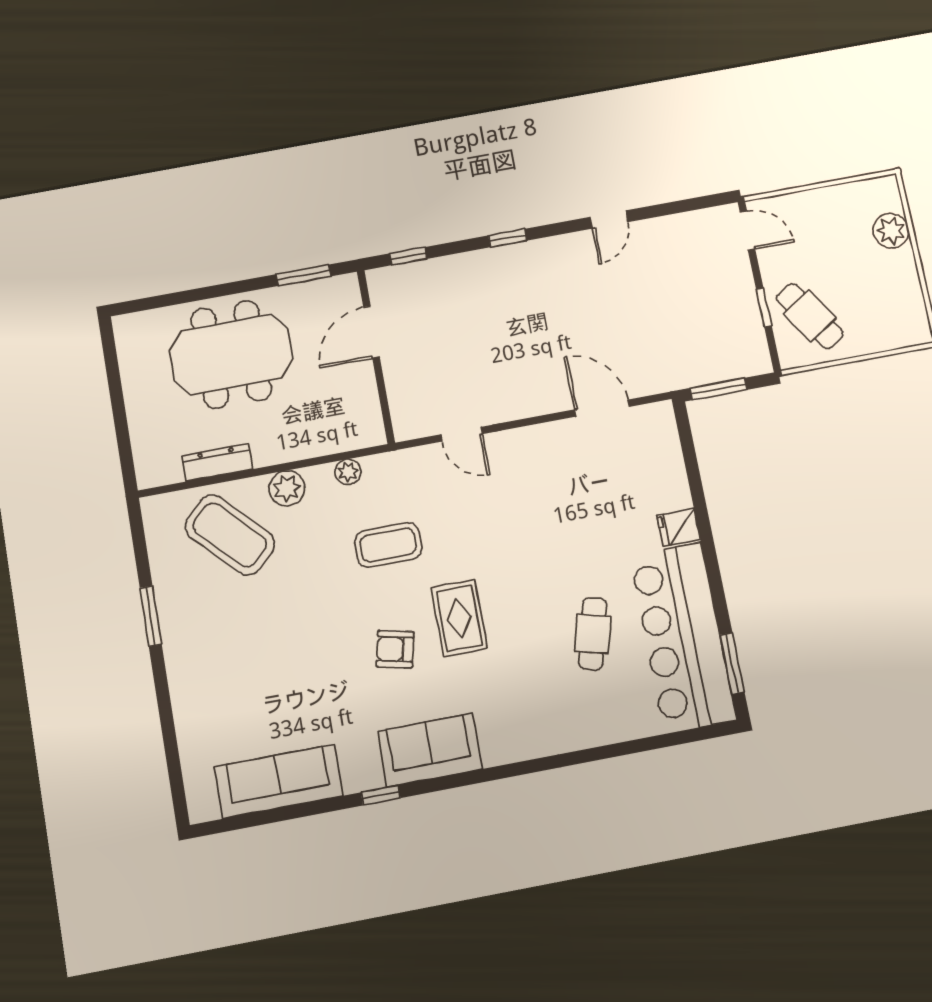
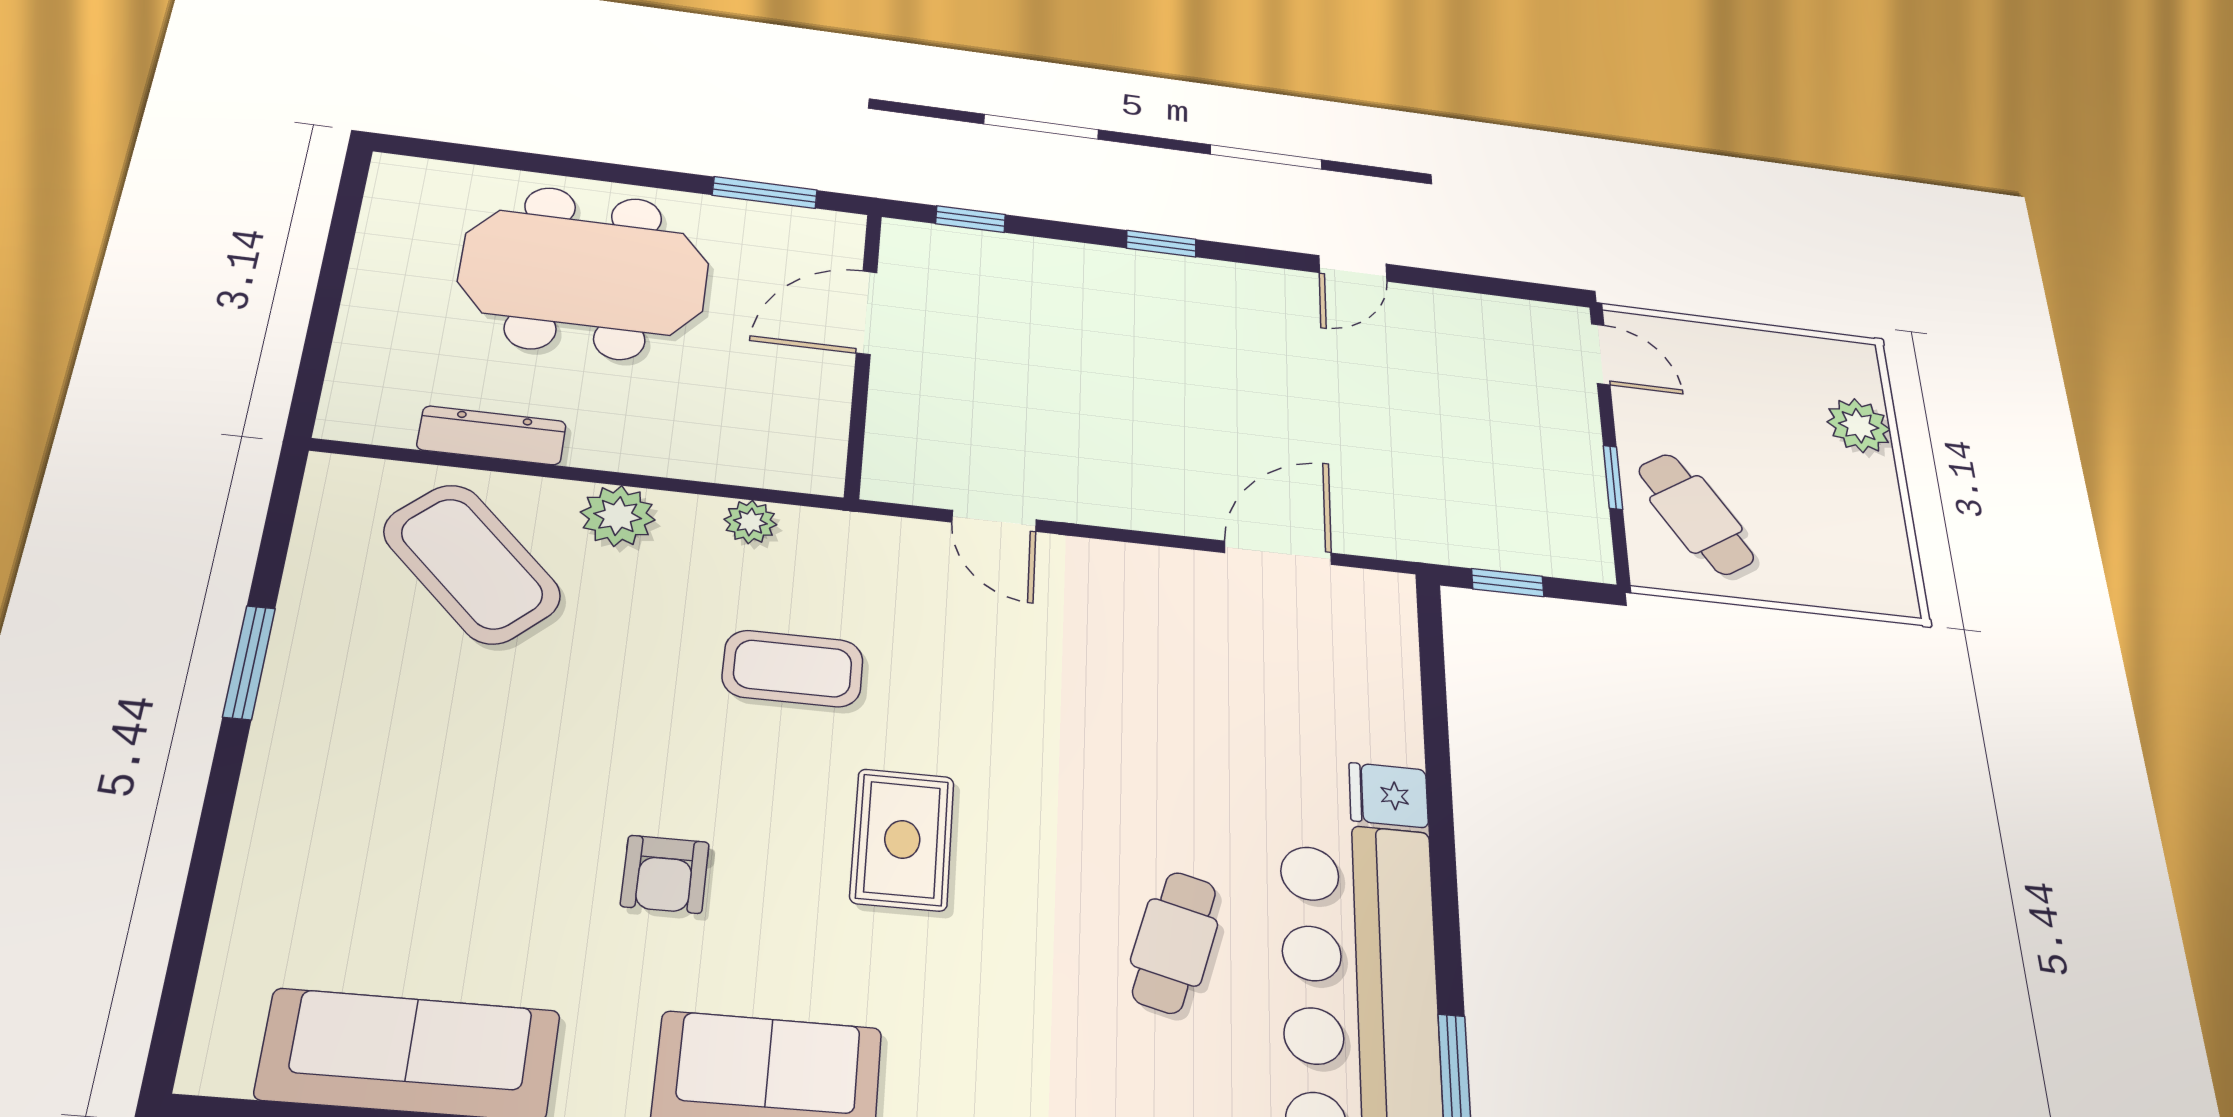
window: (719, 389) -> (1508, 583), width x0.67
door: (602, 408) -> (1278, 553), hinge flipped
armchair: (395, 649) -> (665, 874), moved, turned -103

